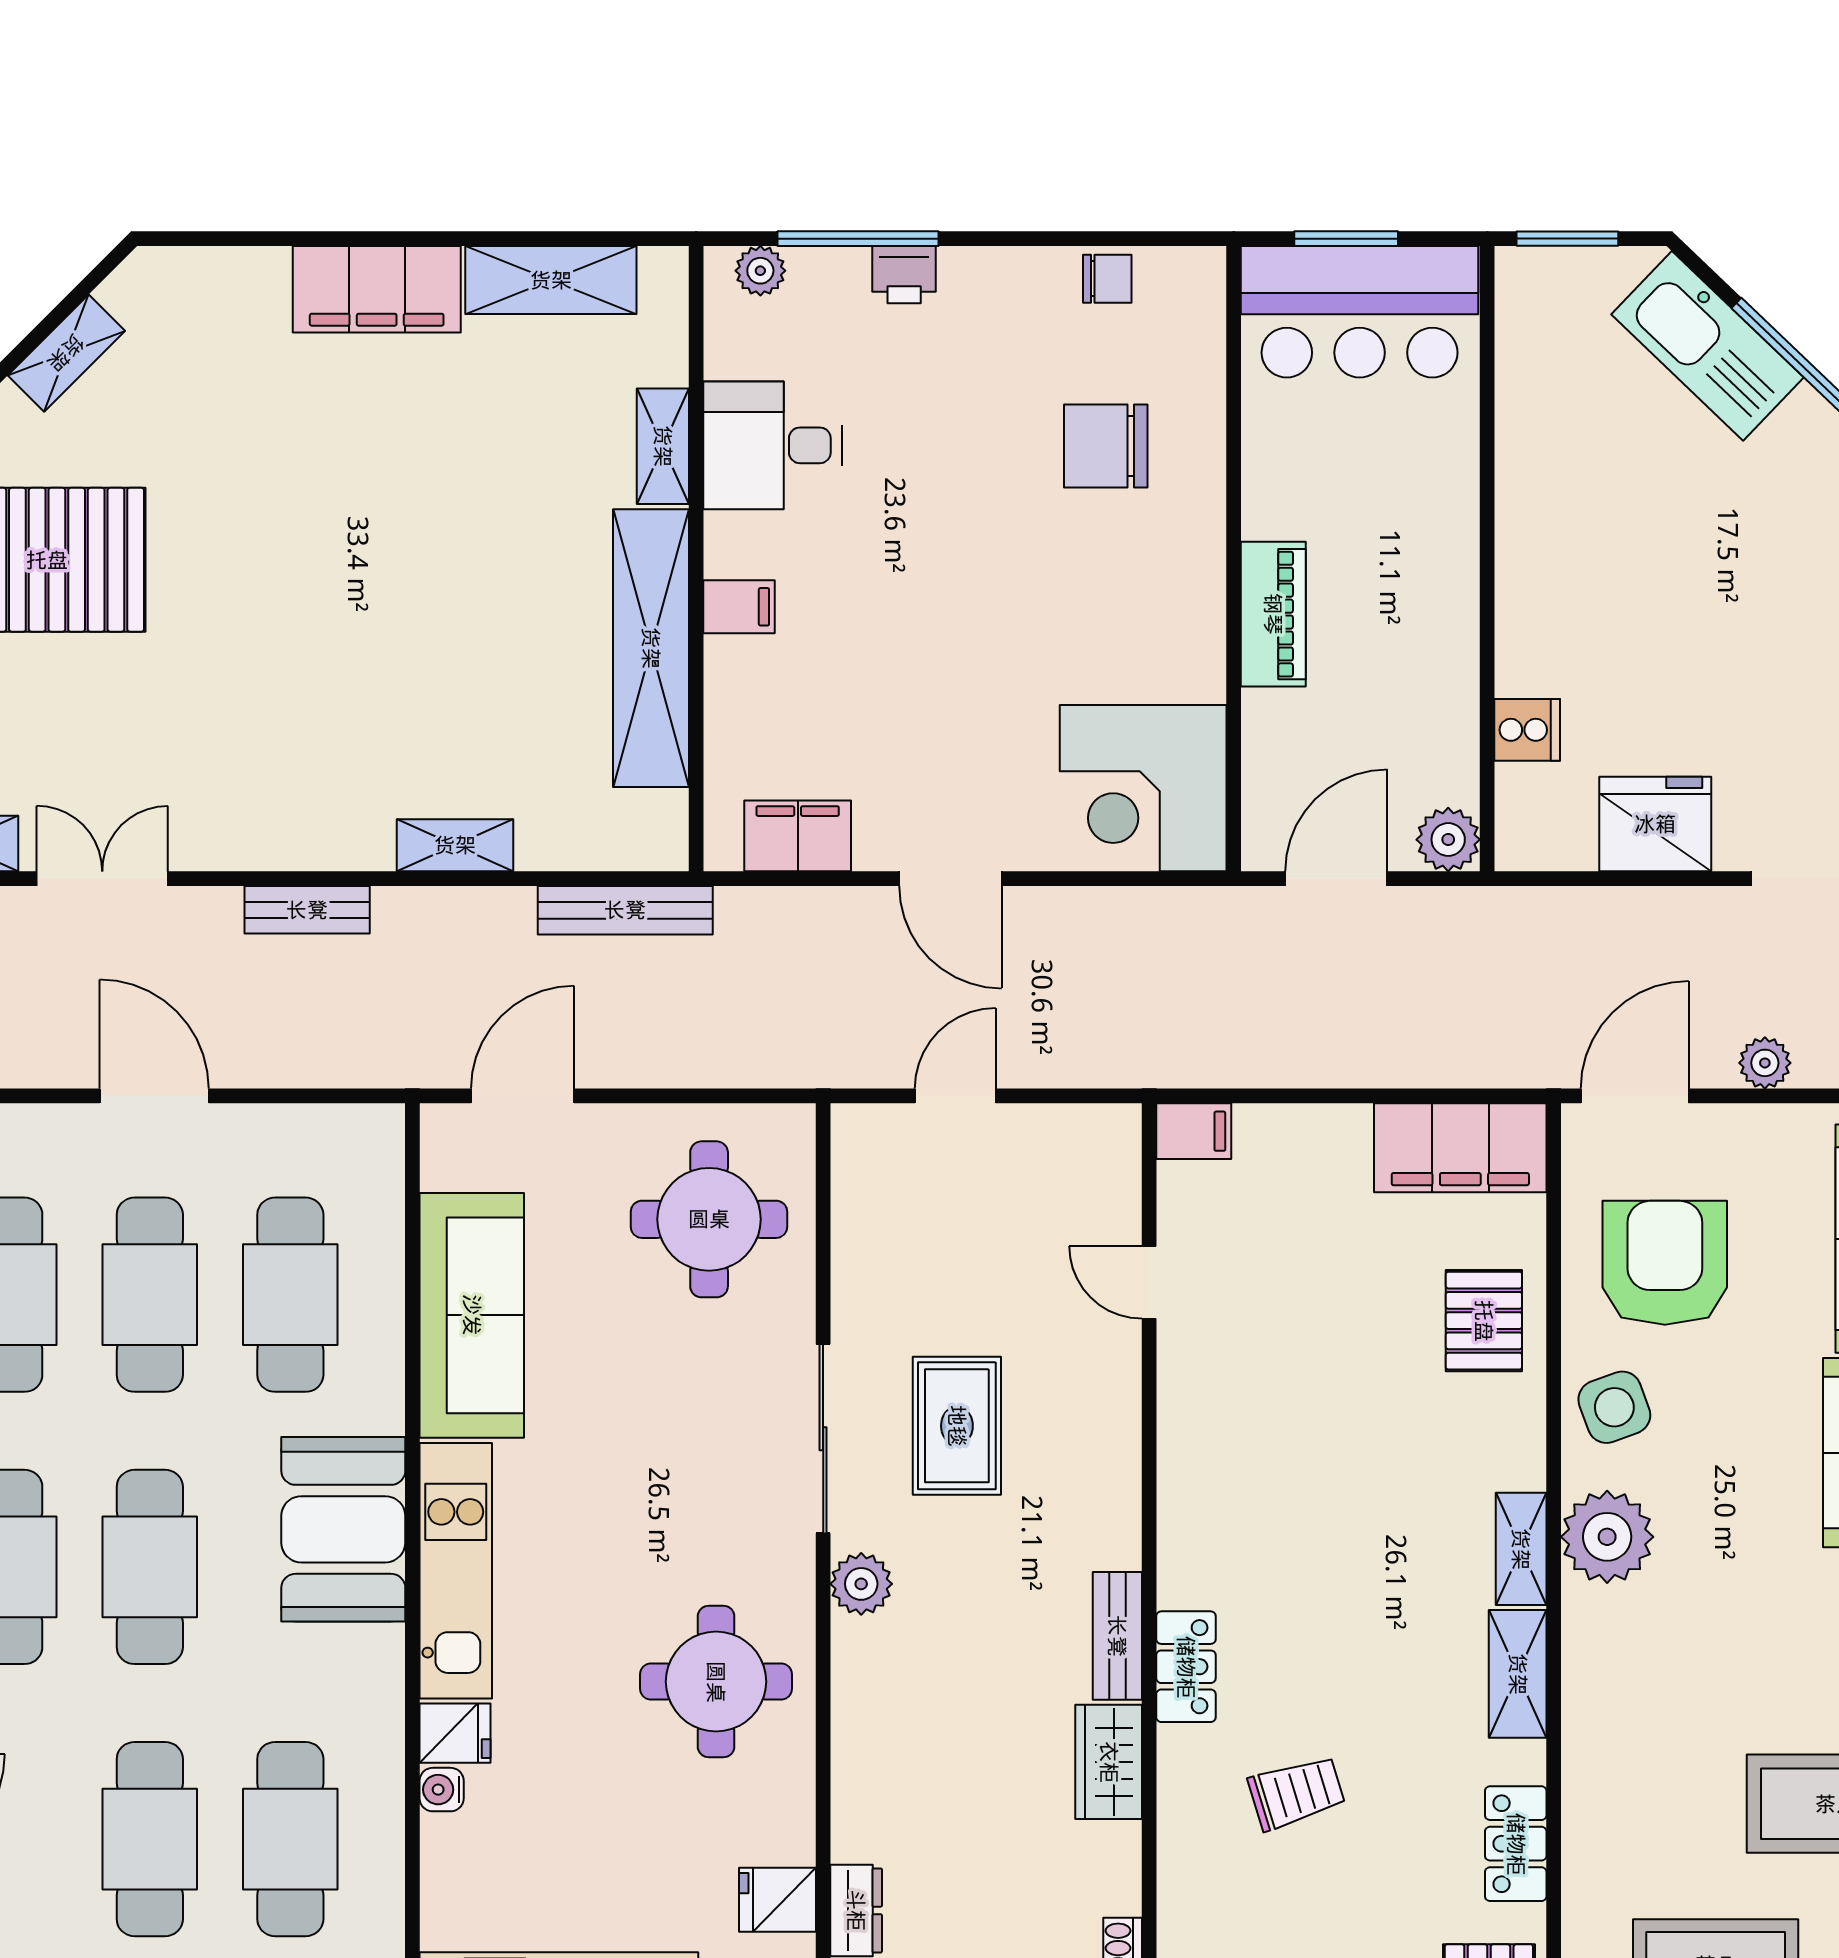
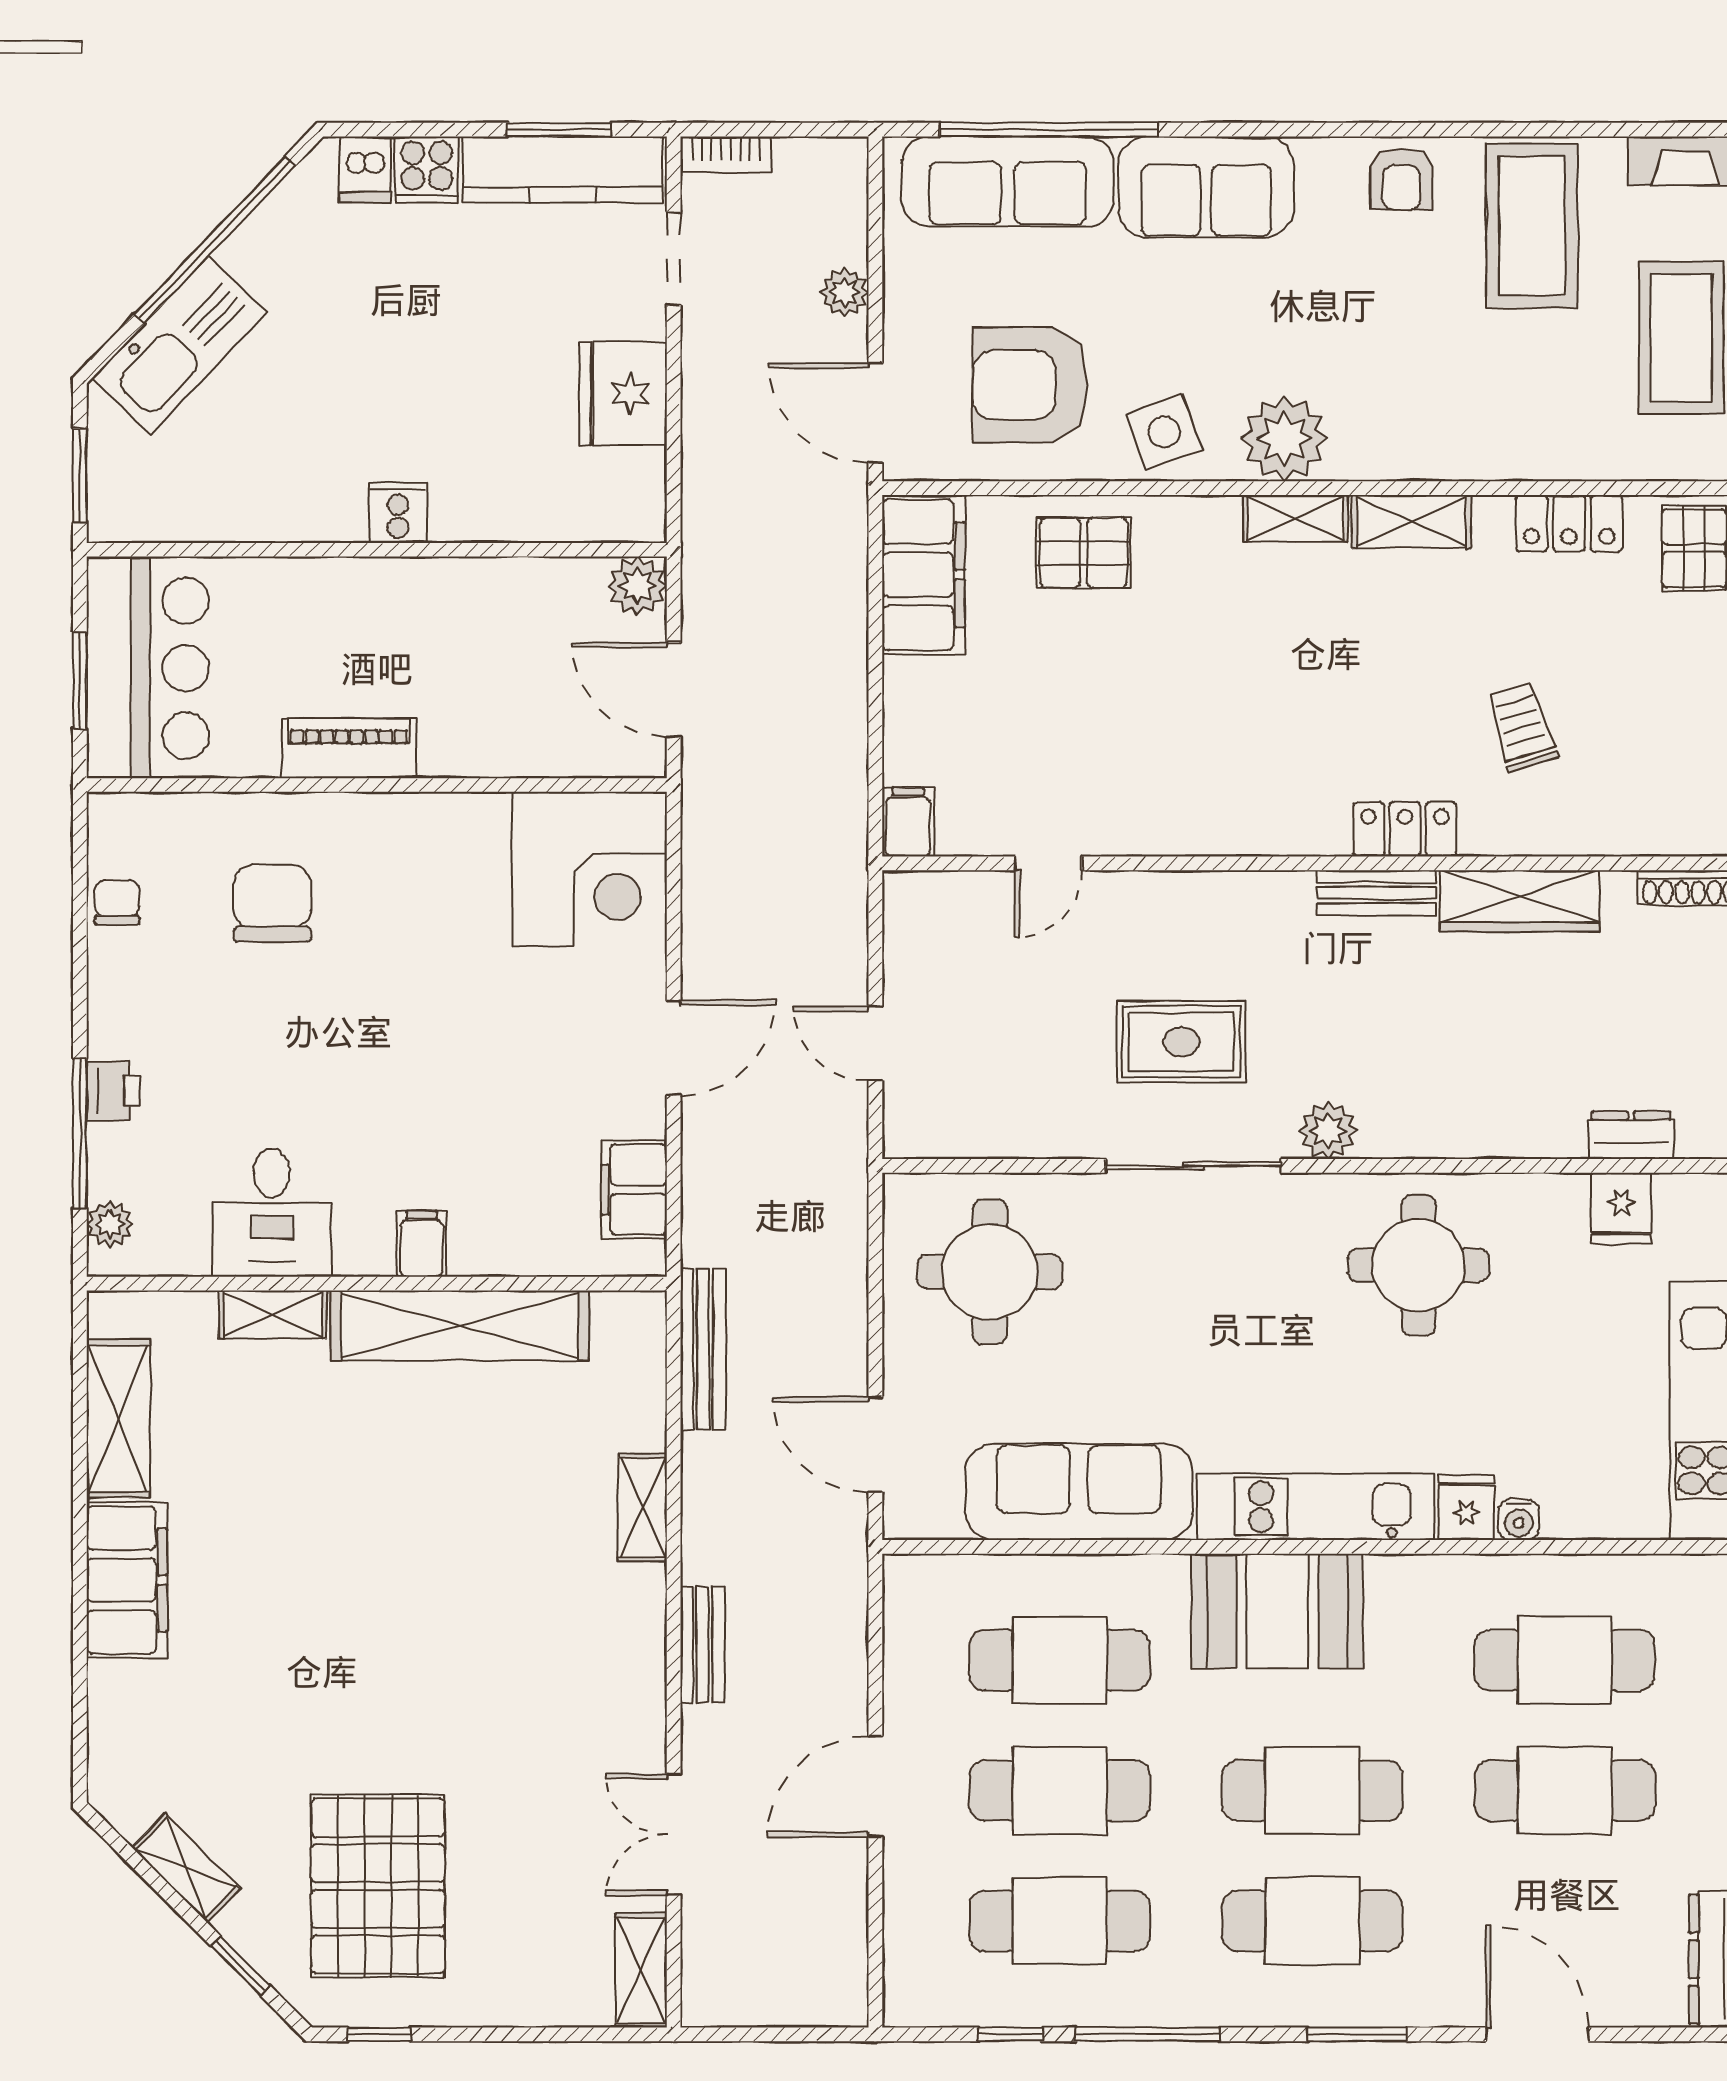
chair: (1106, 446) -> (272, 904), turned 180
piano: (1273, 614) -> (349, 748), moved
cooker: (1527, 730) -> (398, 513), moved
wardrobe: (1109, 1762) -> (1520, 901), width x1.50

